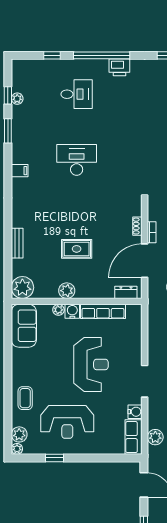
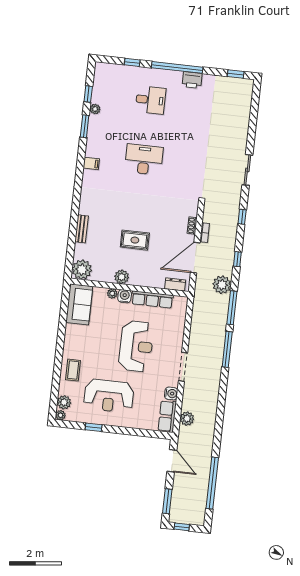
plant: (17, 99) -> (95, 109), moved

